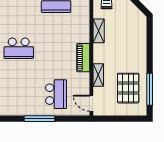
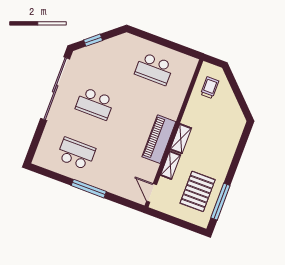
shelving: (99, 31) -> (181, 139), moved
piano: (83, 58) -> (159, 139), width x1.37, depth x1.33
school desk: (56, 94) -> (76, 154), moved, turned -90

